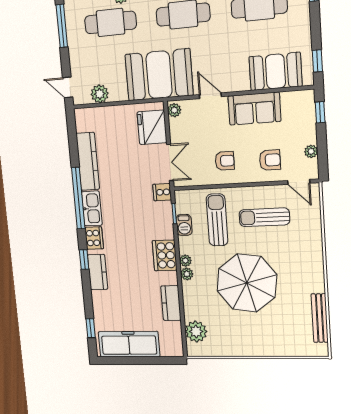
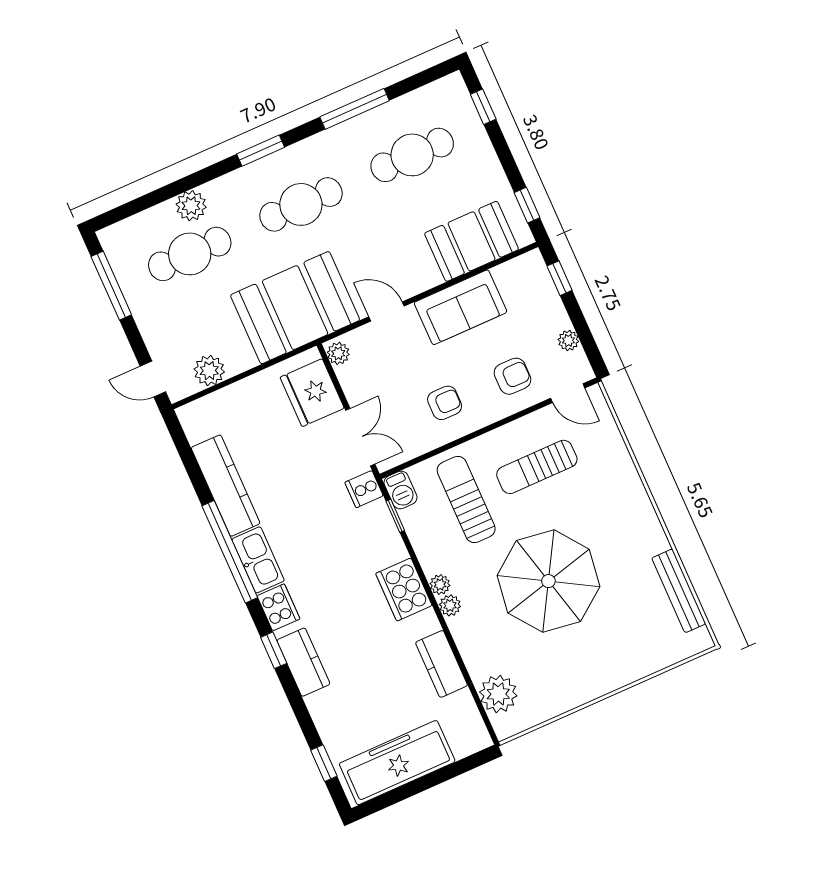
barbecue: (184, 225) -> (401, 490), moved

